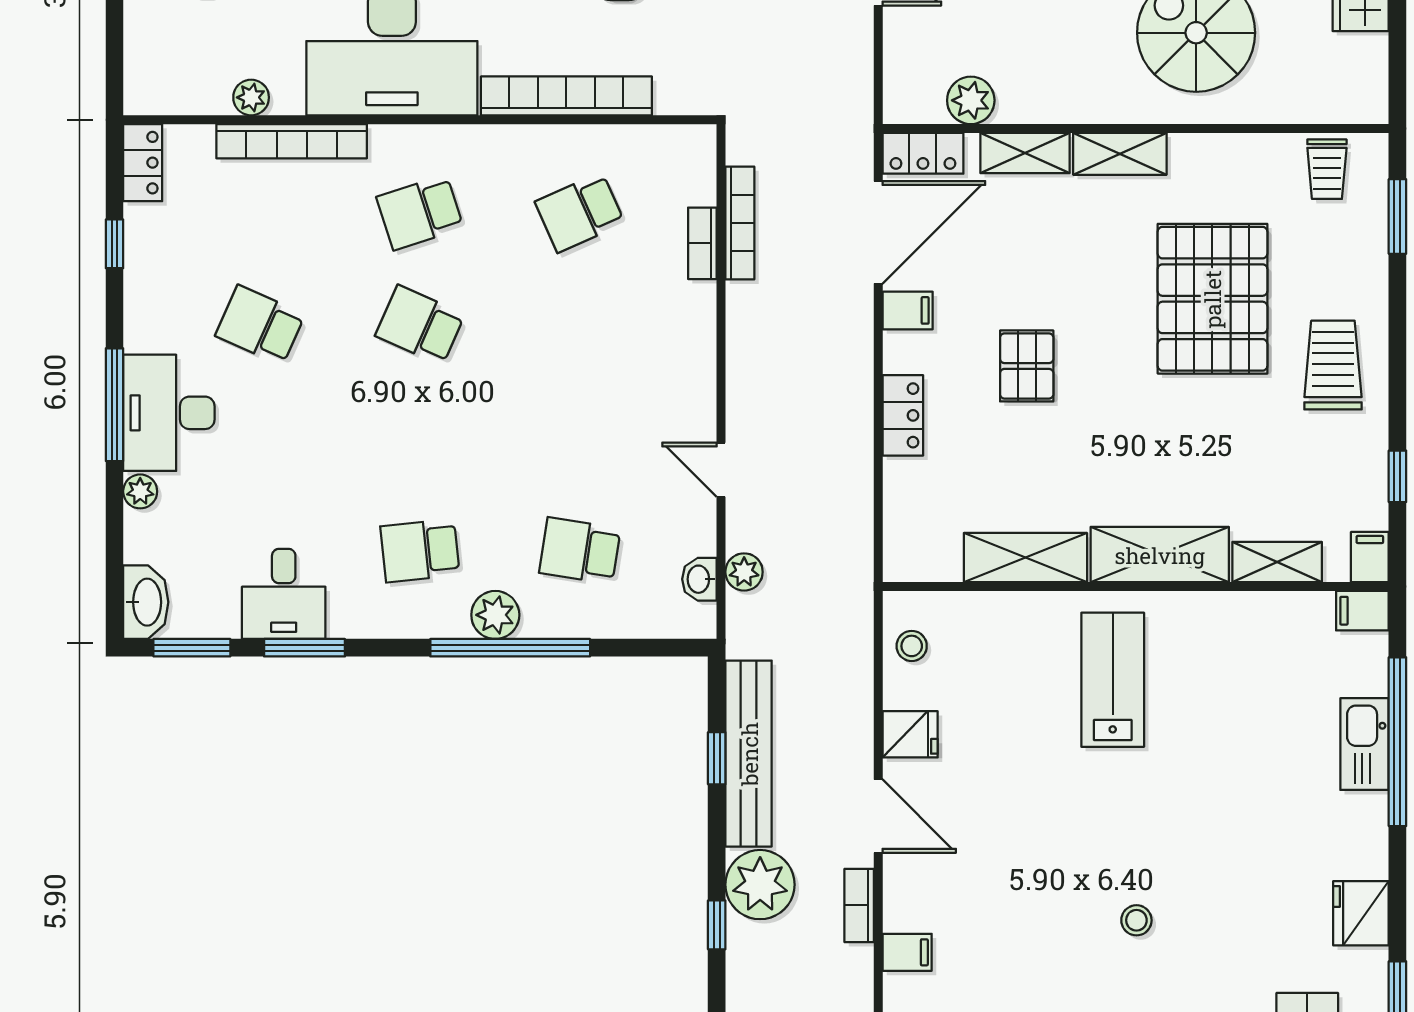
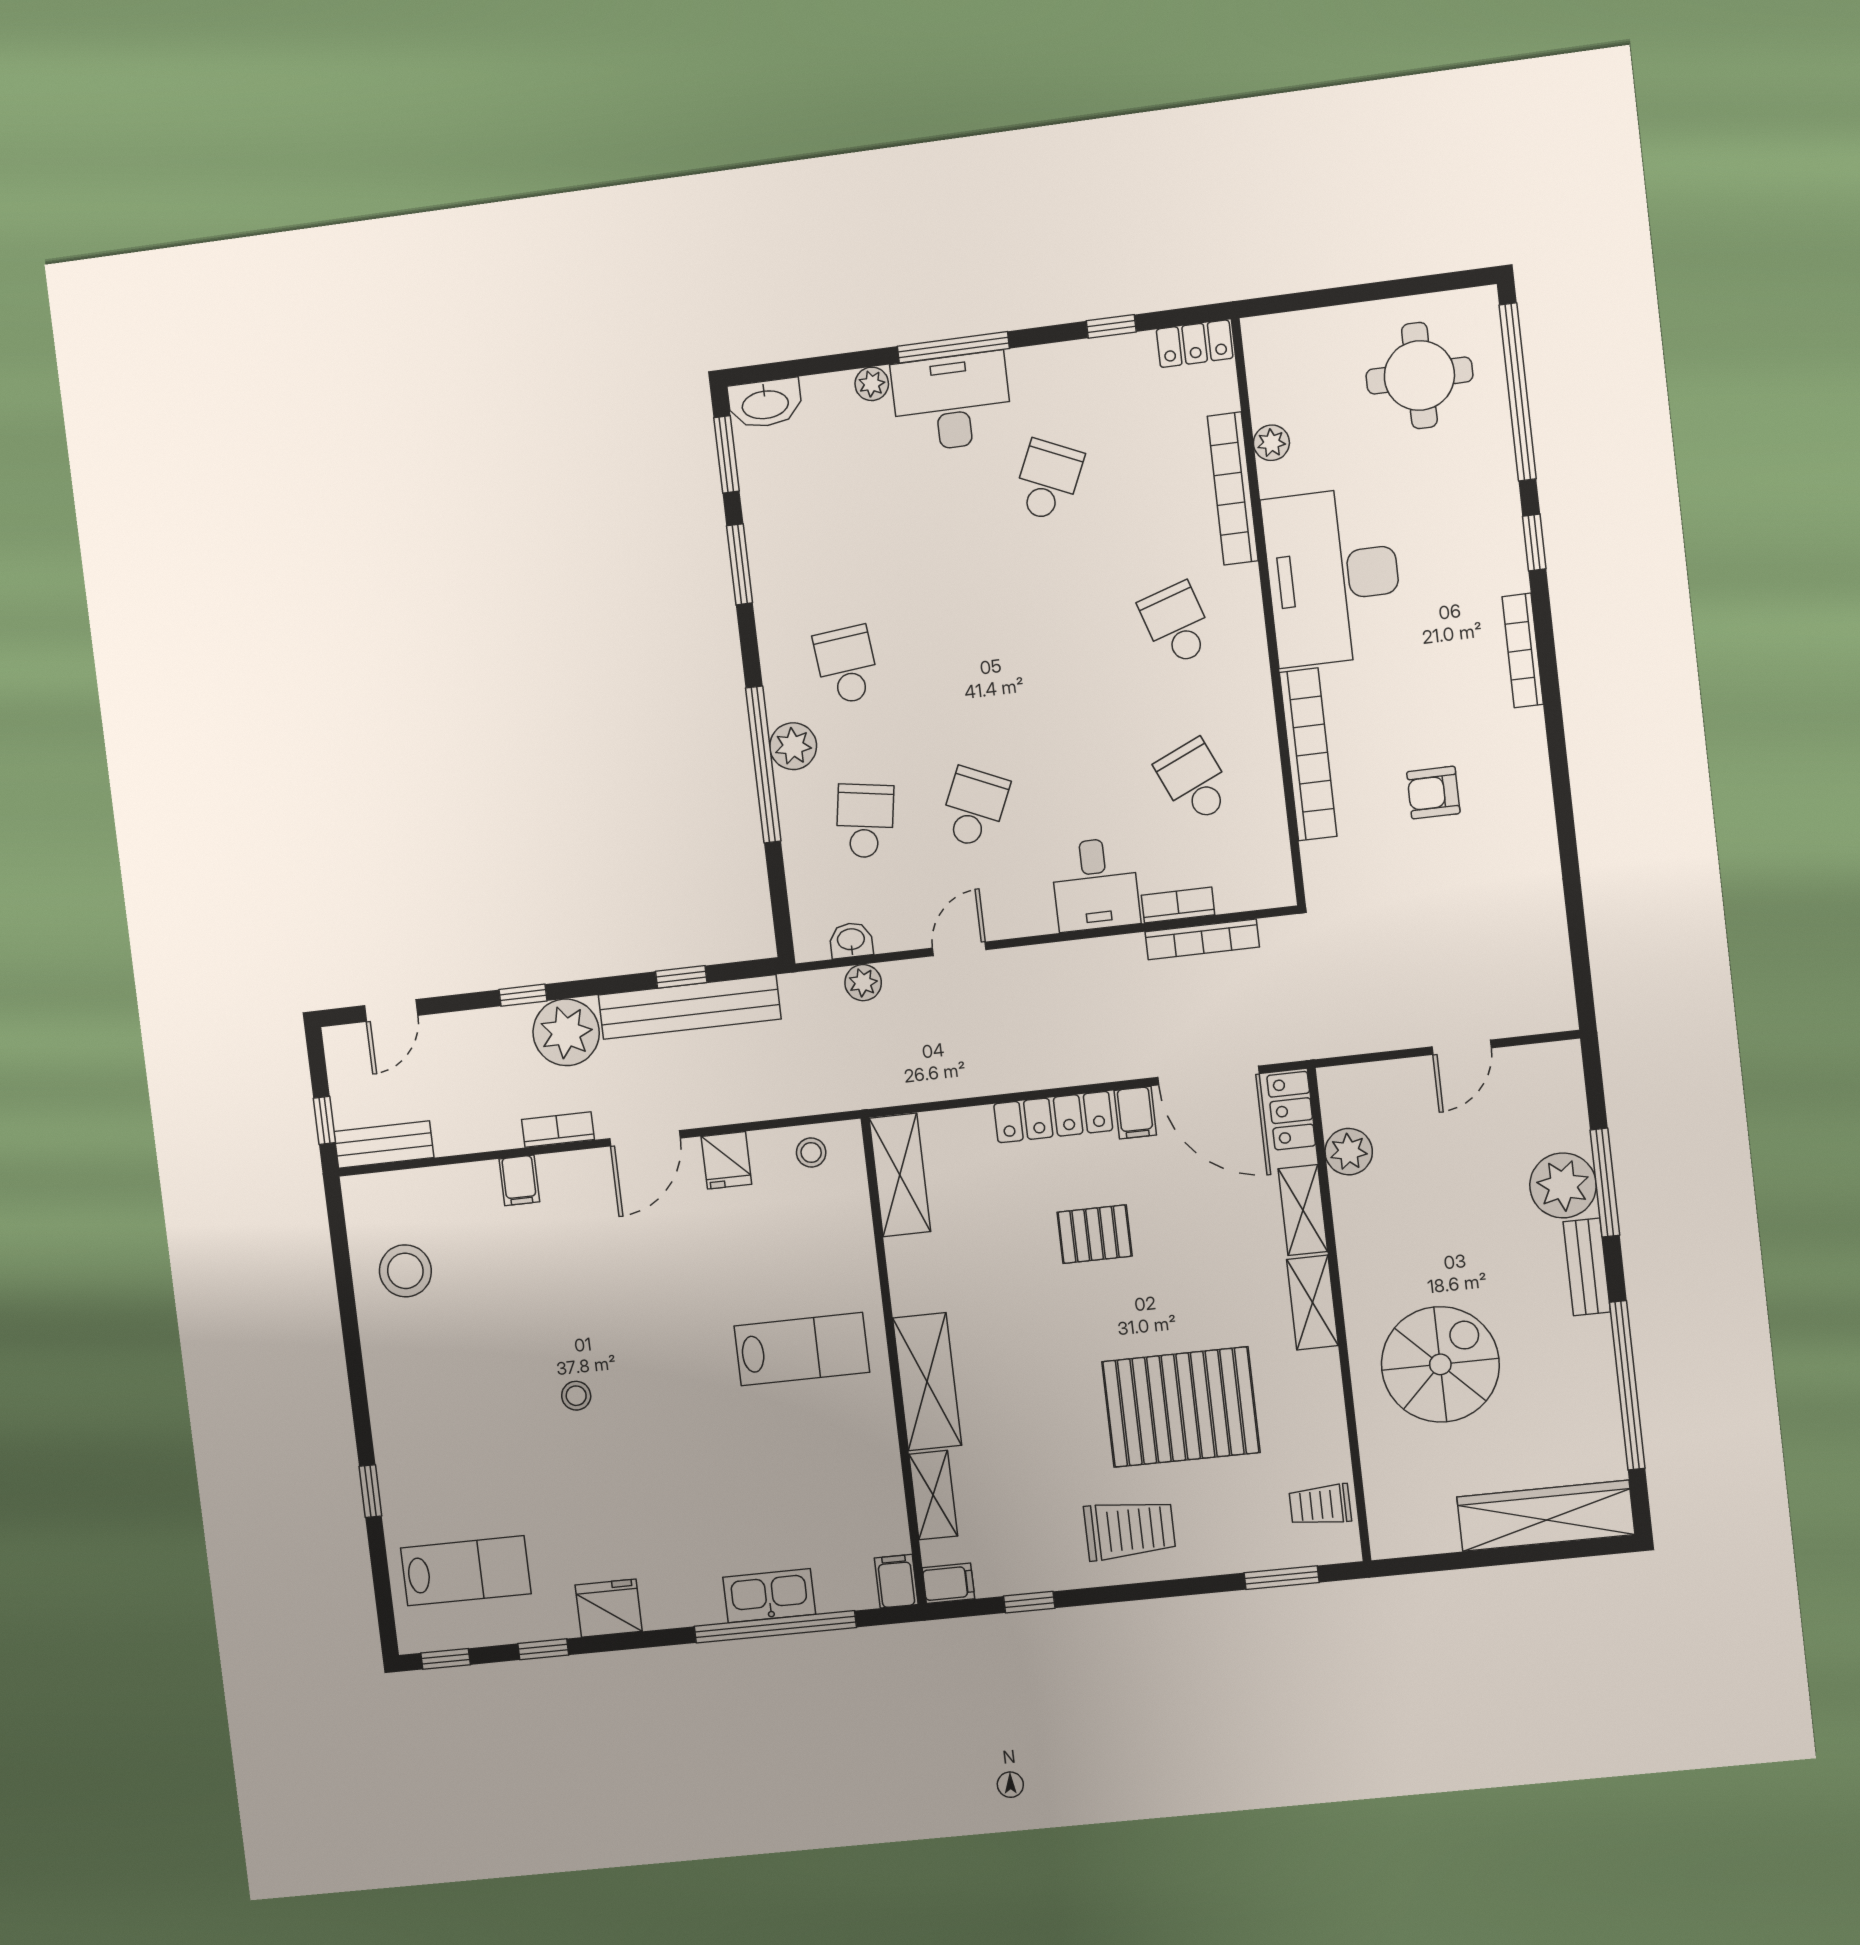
school desk: (420, 325) -> (974, 808), moved
locker: (903, 415) -> (1053, 1117), width x1.53
shelving: (1025, 558) -> (900, 1175), moved
desk: (284, 594) -> (1095, 884), moved, turned -90

